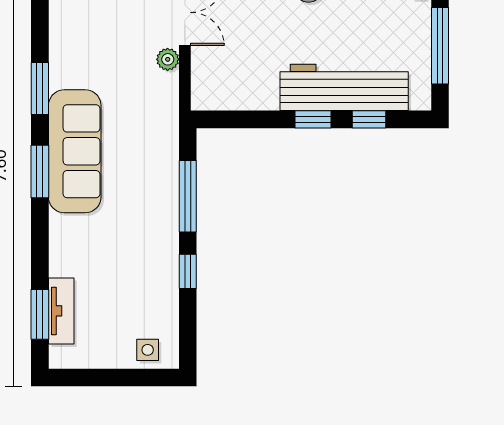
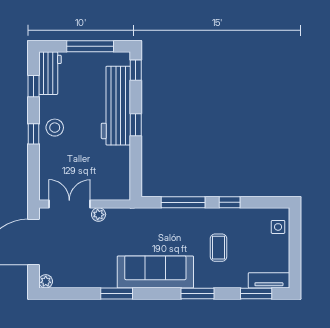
window: (369, 119) -> (136, 70), moved
window: (40, 172) -> (198, 294), moved
coffee table: (114, 254) -> (219, 248), added
tv unit: (61, 311) -> (269, 280), moved

